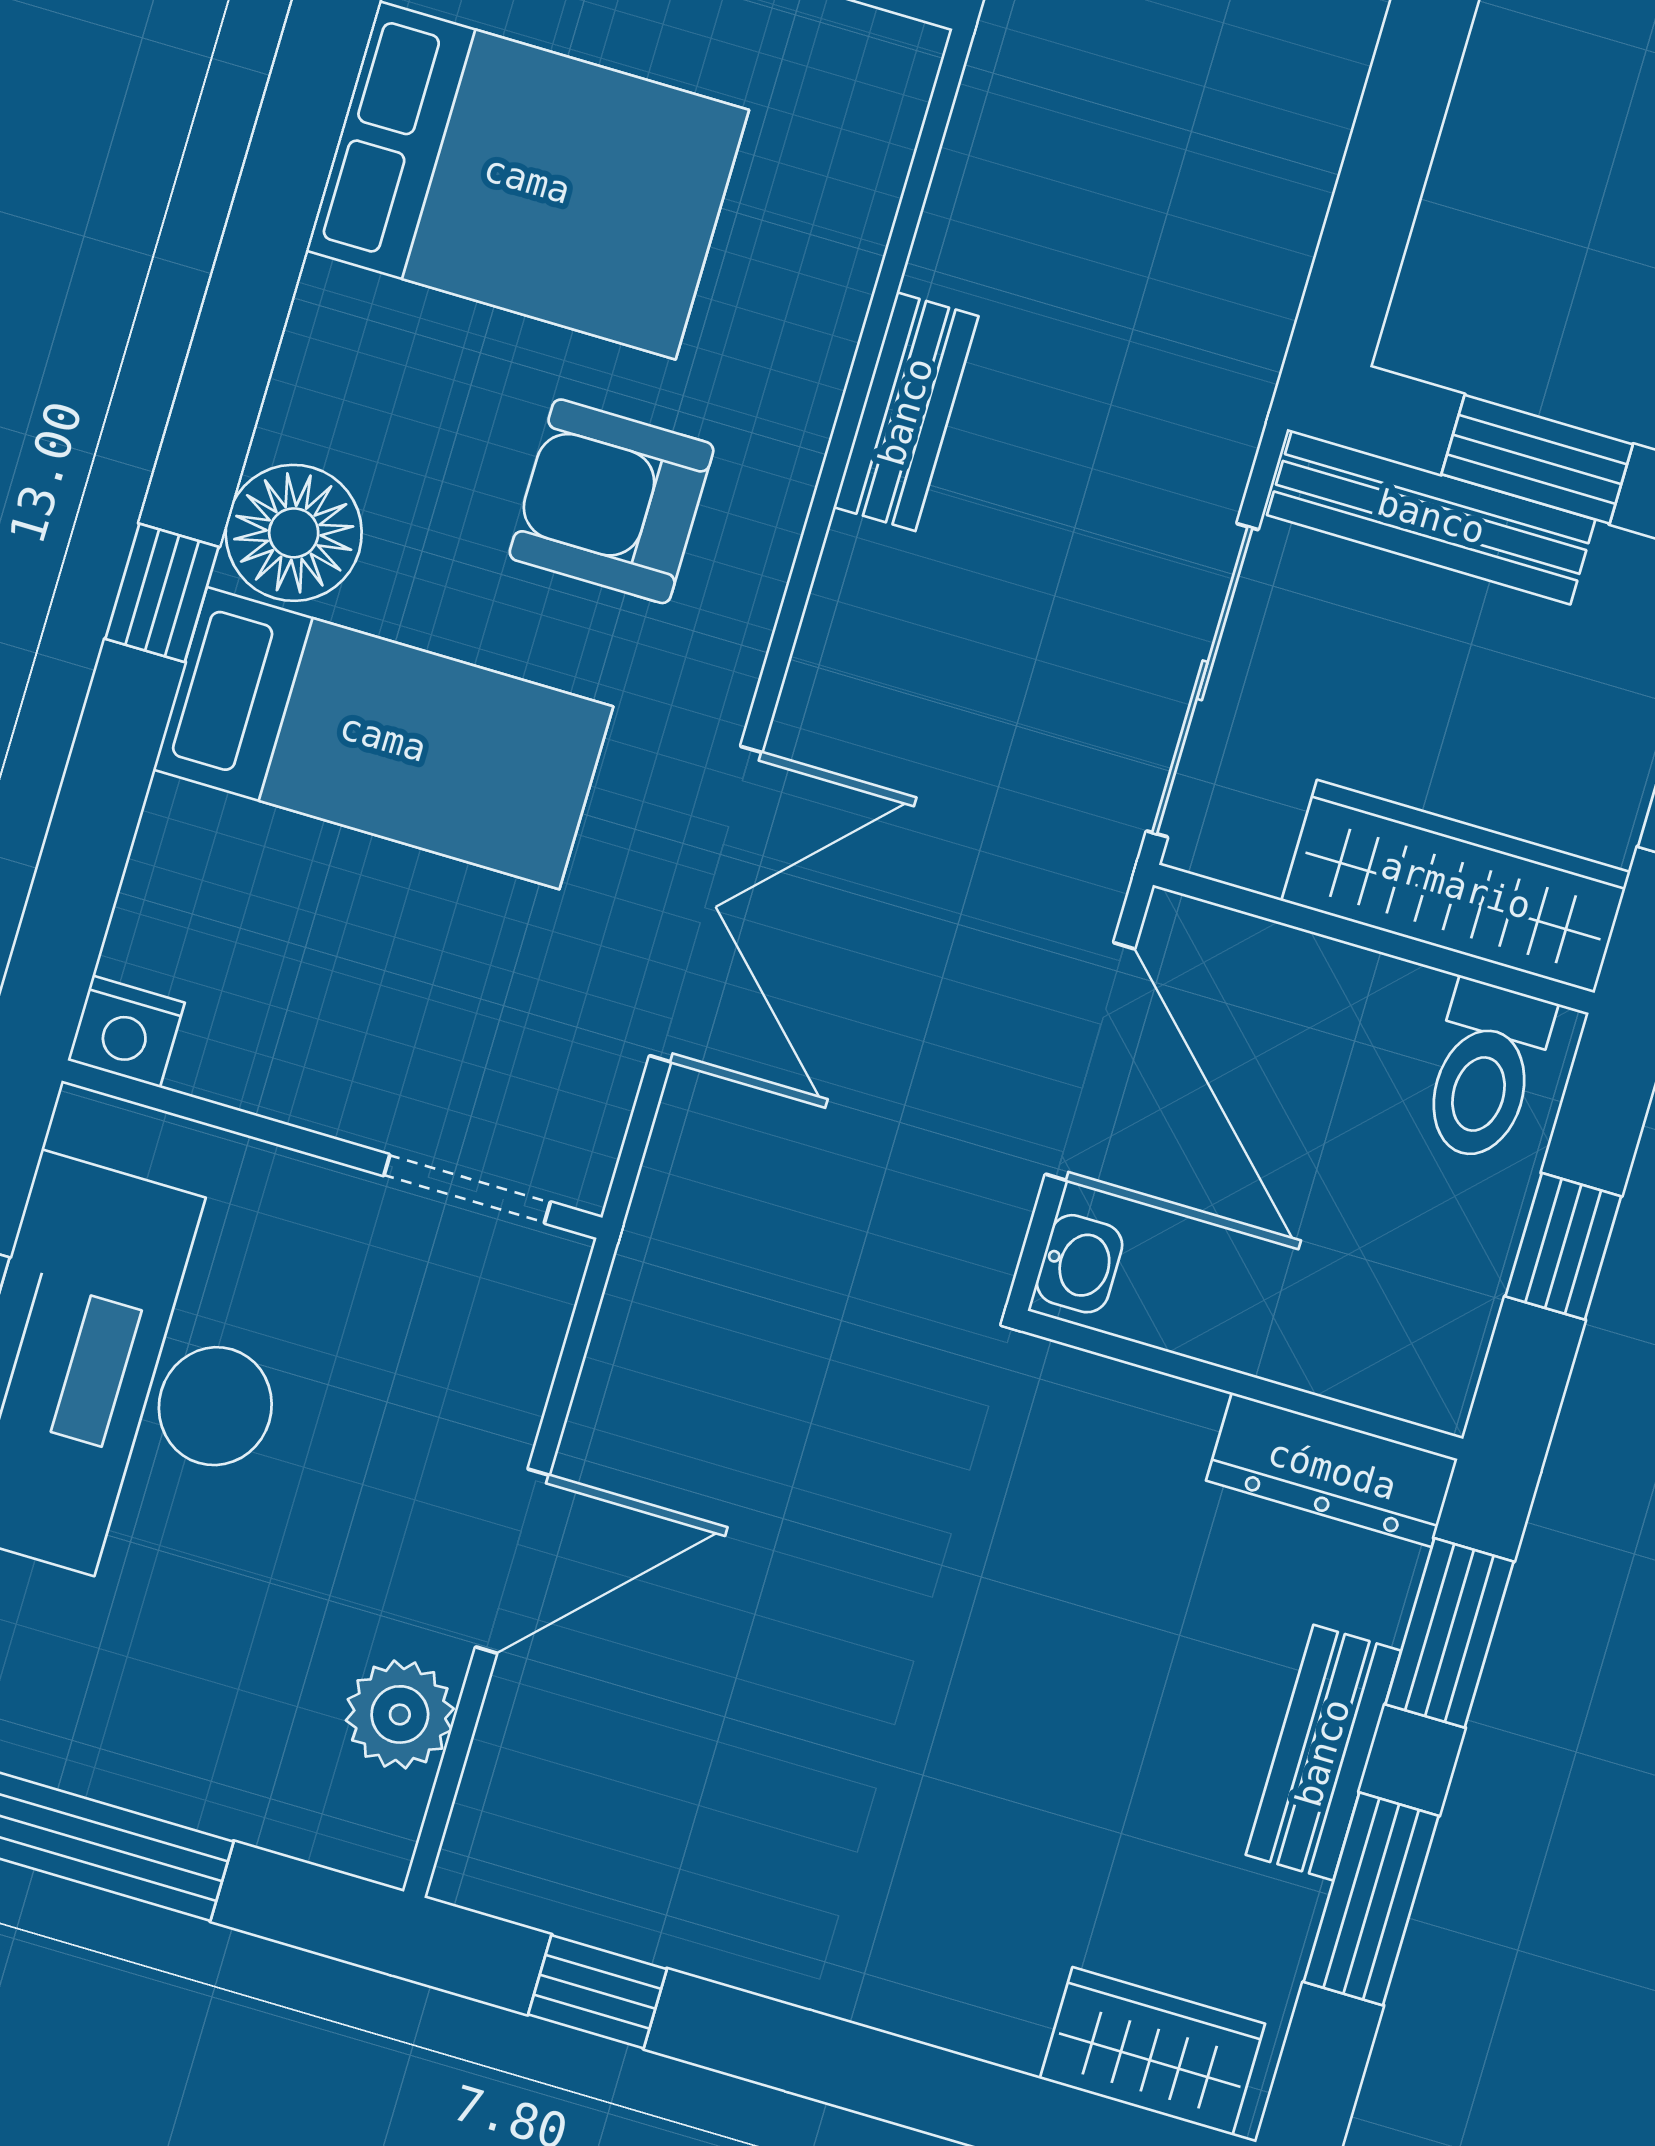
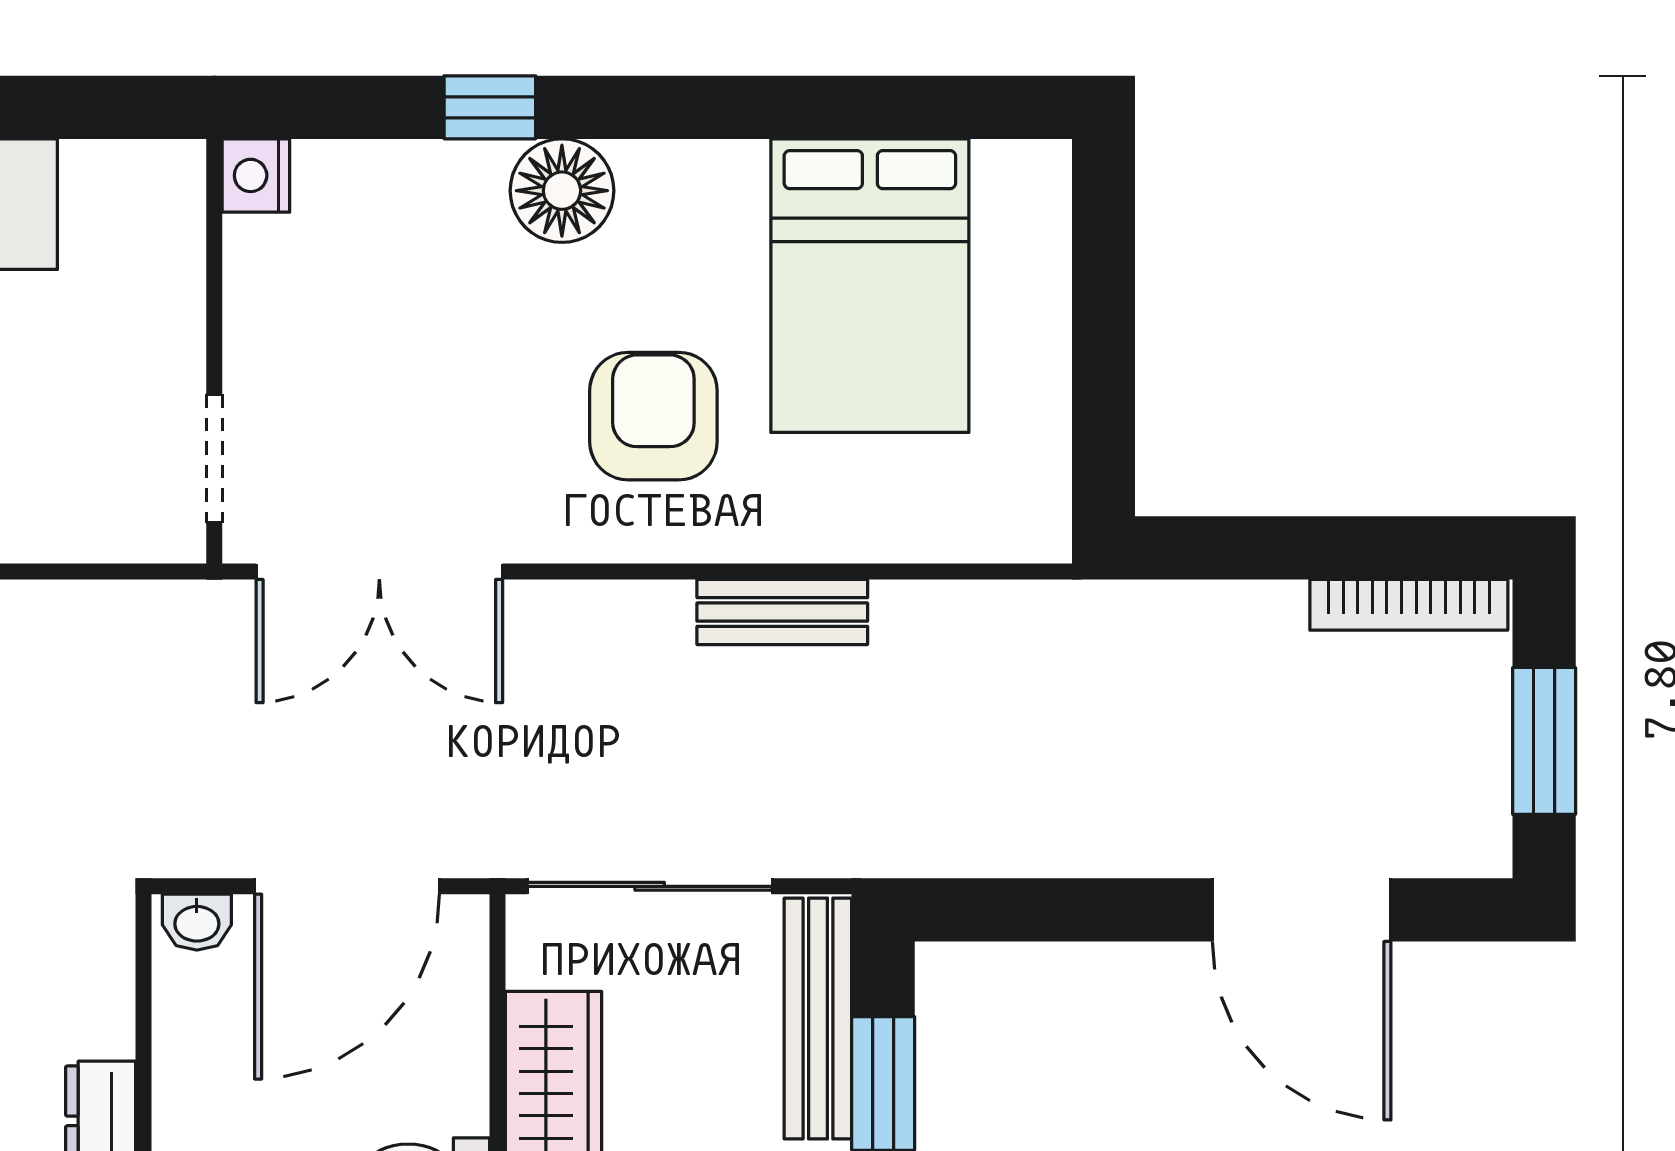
bed: (383, 738) -> (431, 300), removed
nightstand: (126, 1032) -> (256, 175), moved
wall: (332, 1149) -> (214, 351), moved
doorway: (467, 1189) -> (214, 458), moved

